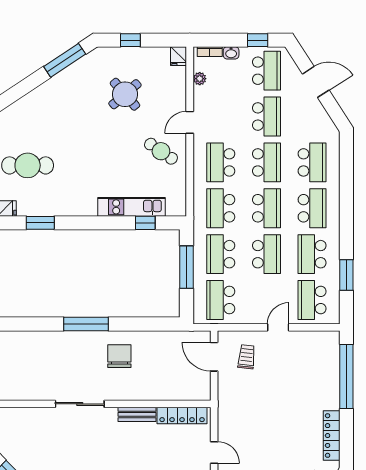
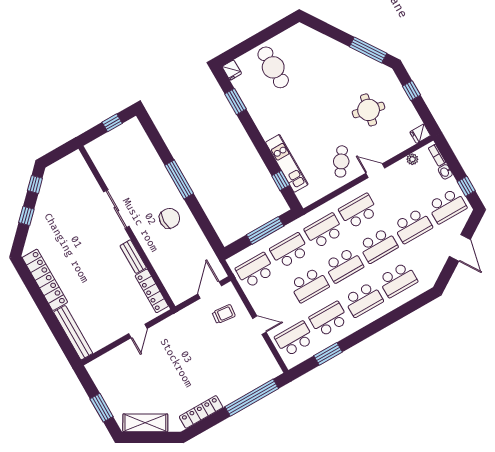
round table: (125, 94) -> (369, 110), turned -36

